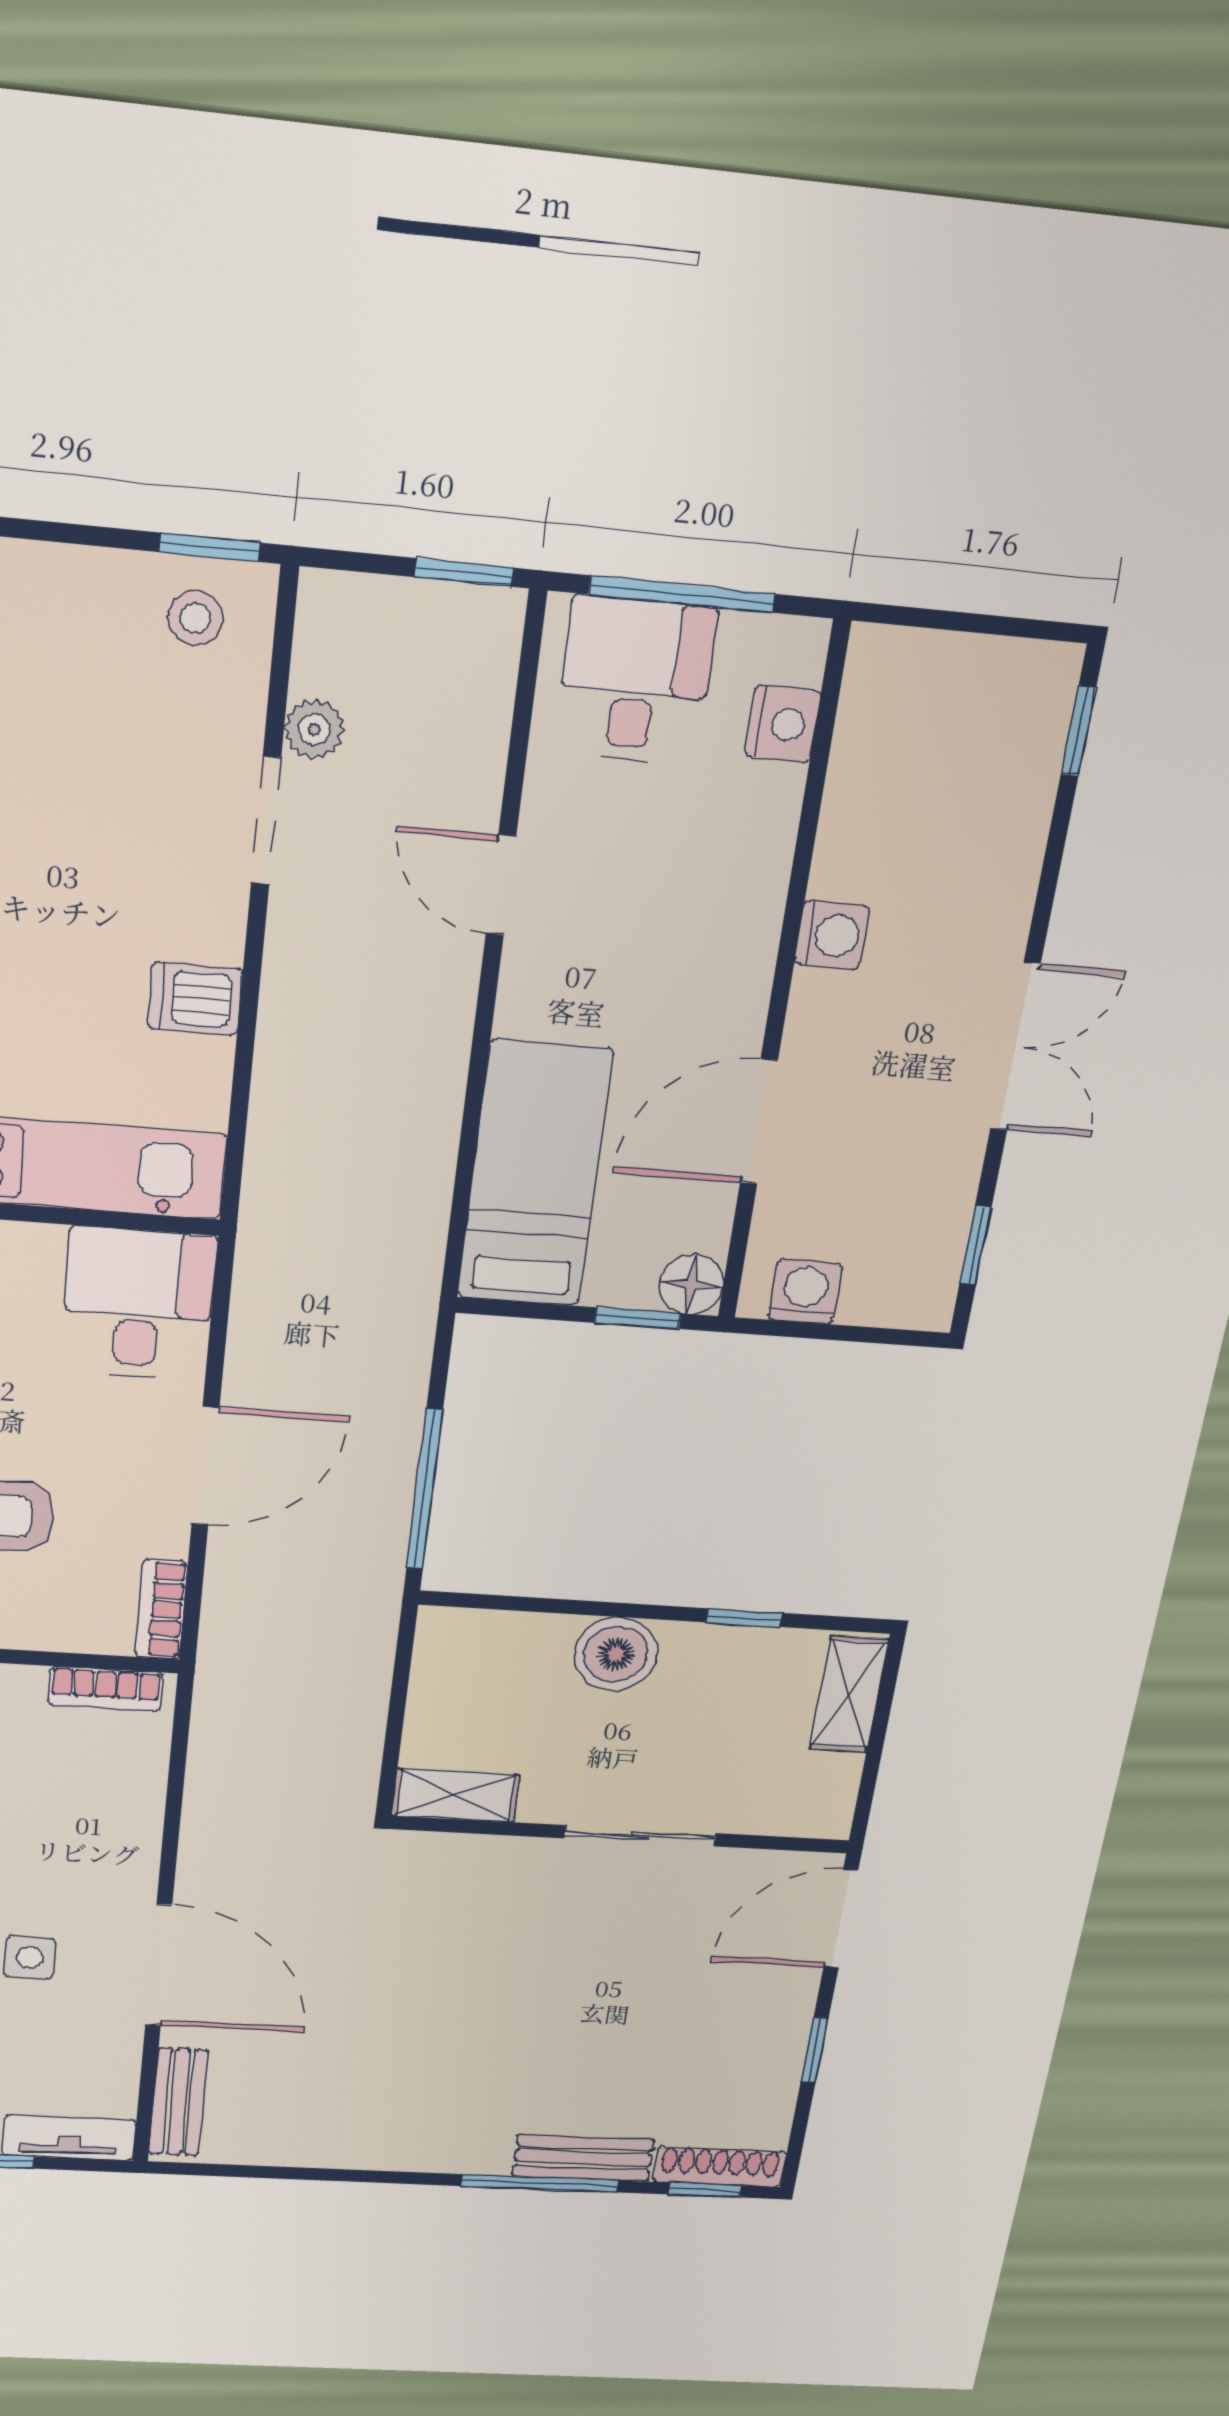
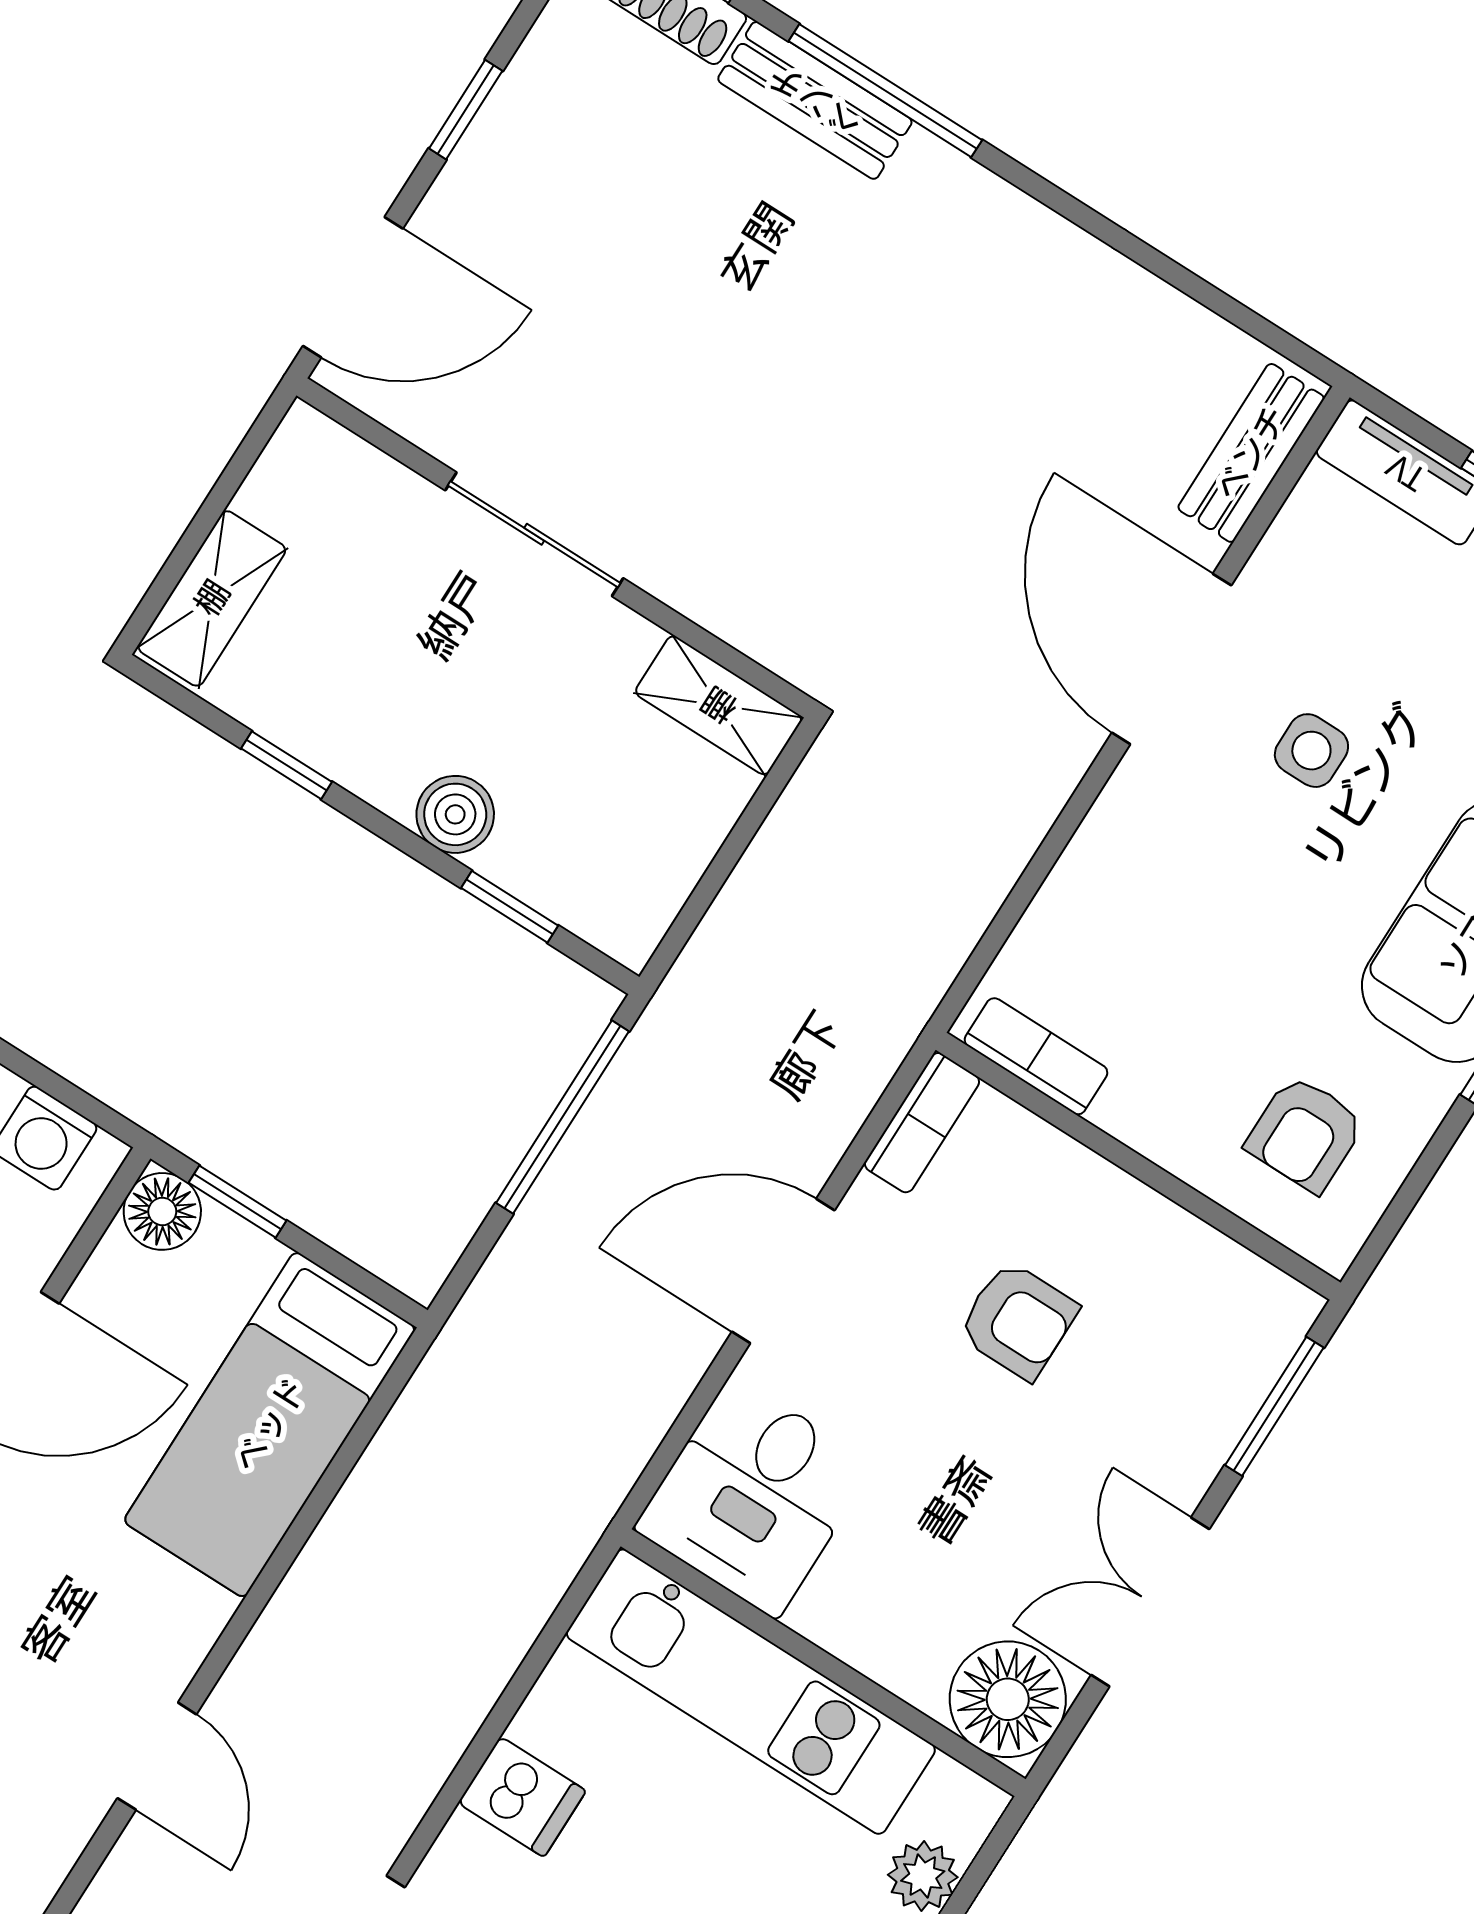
window: (536, 1605) -> (510, 907), added
boiler: (616, 1654) -> (455, 814), width x0.73, depth x0.73

